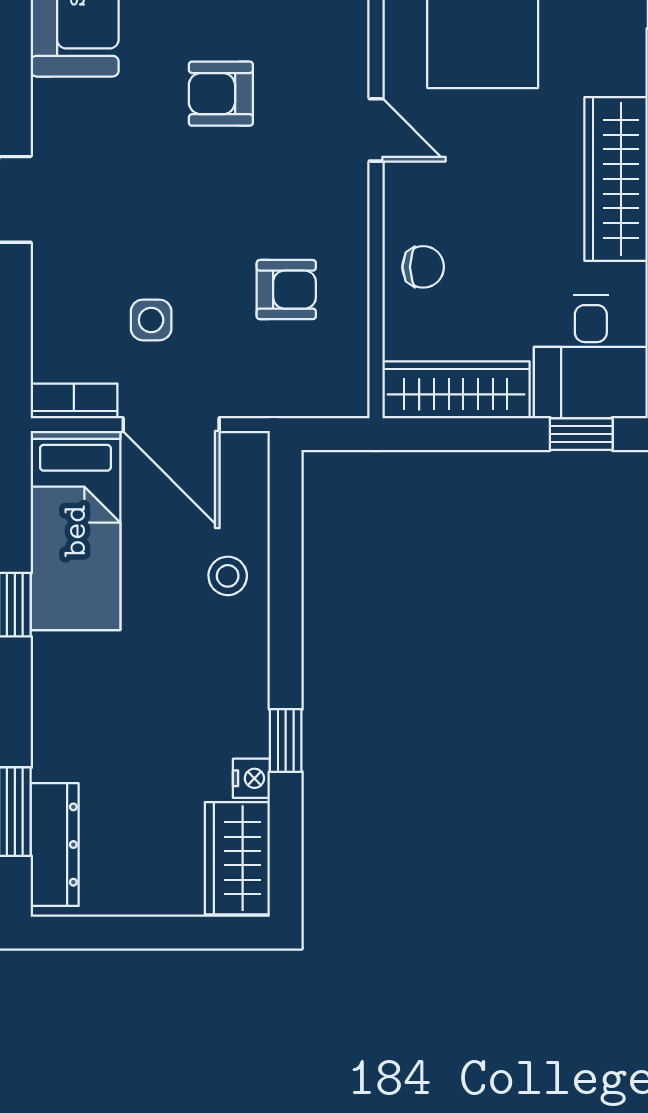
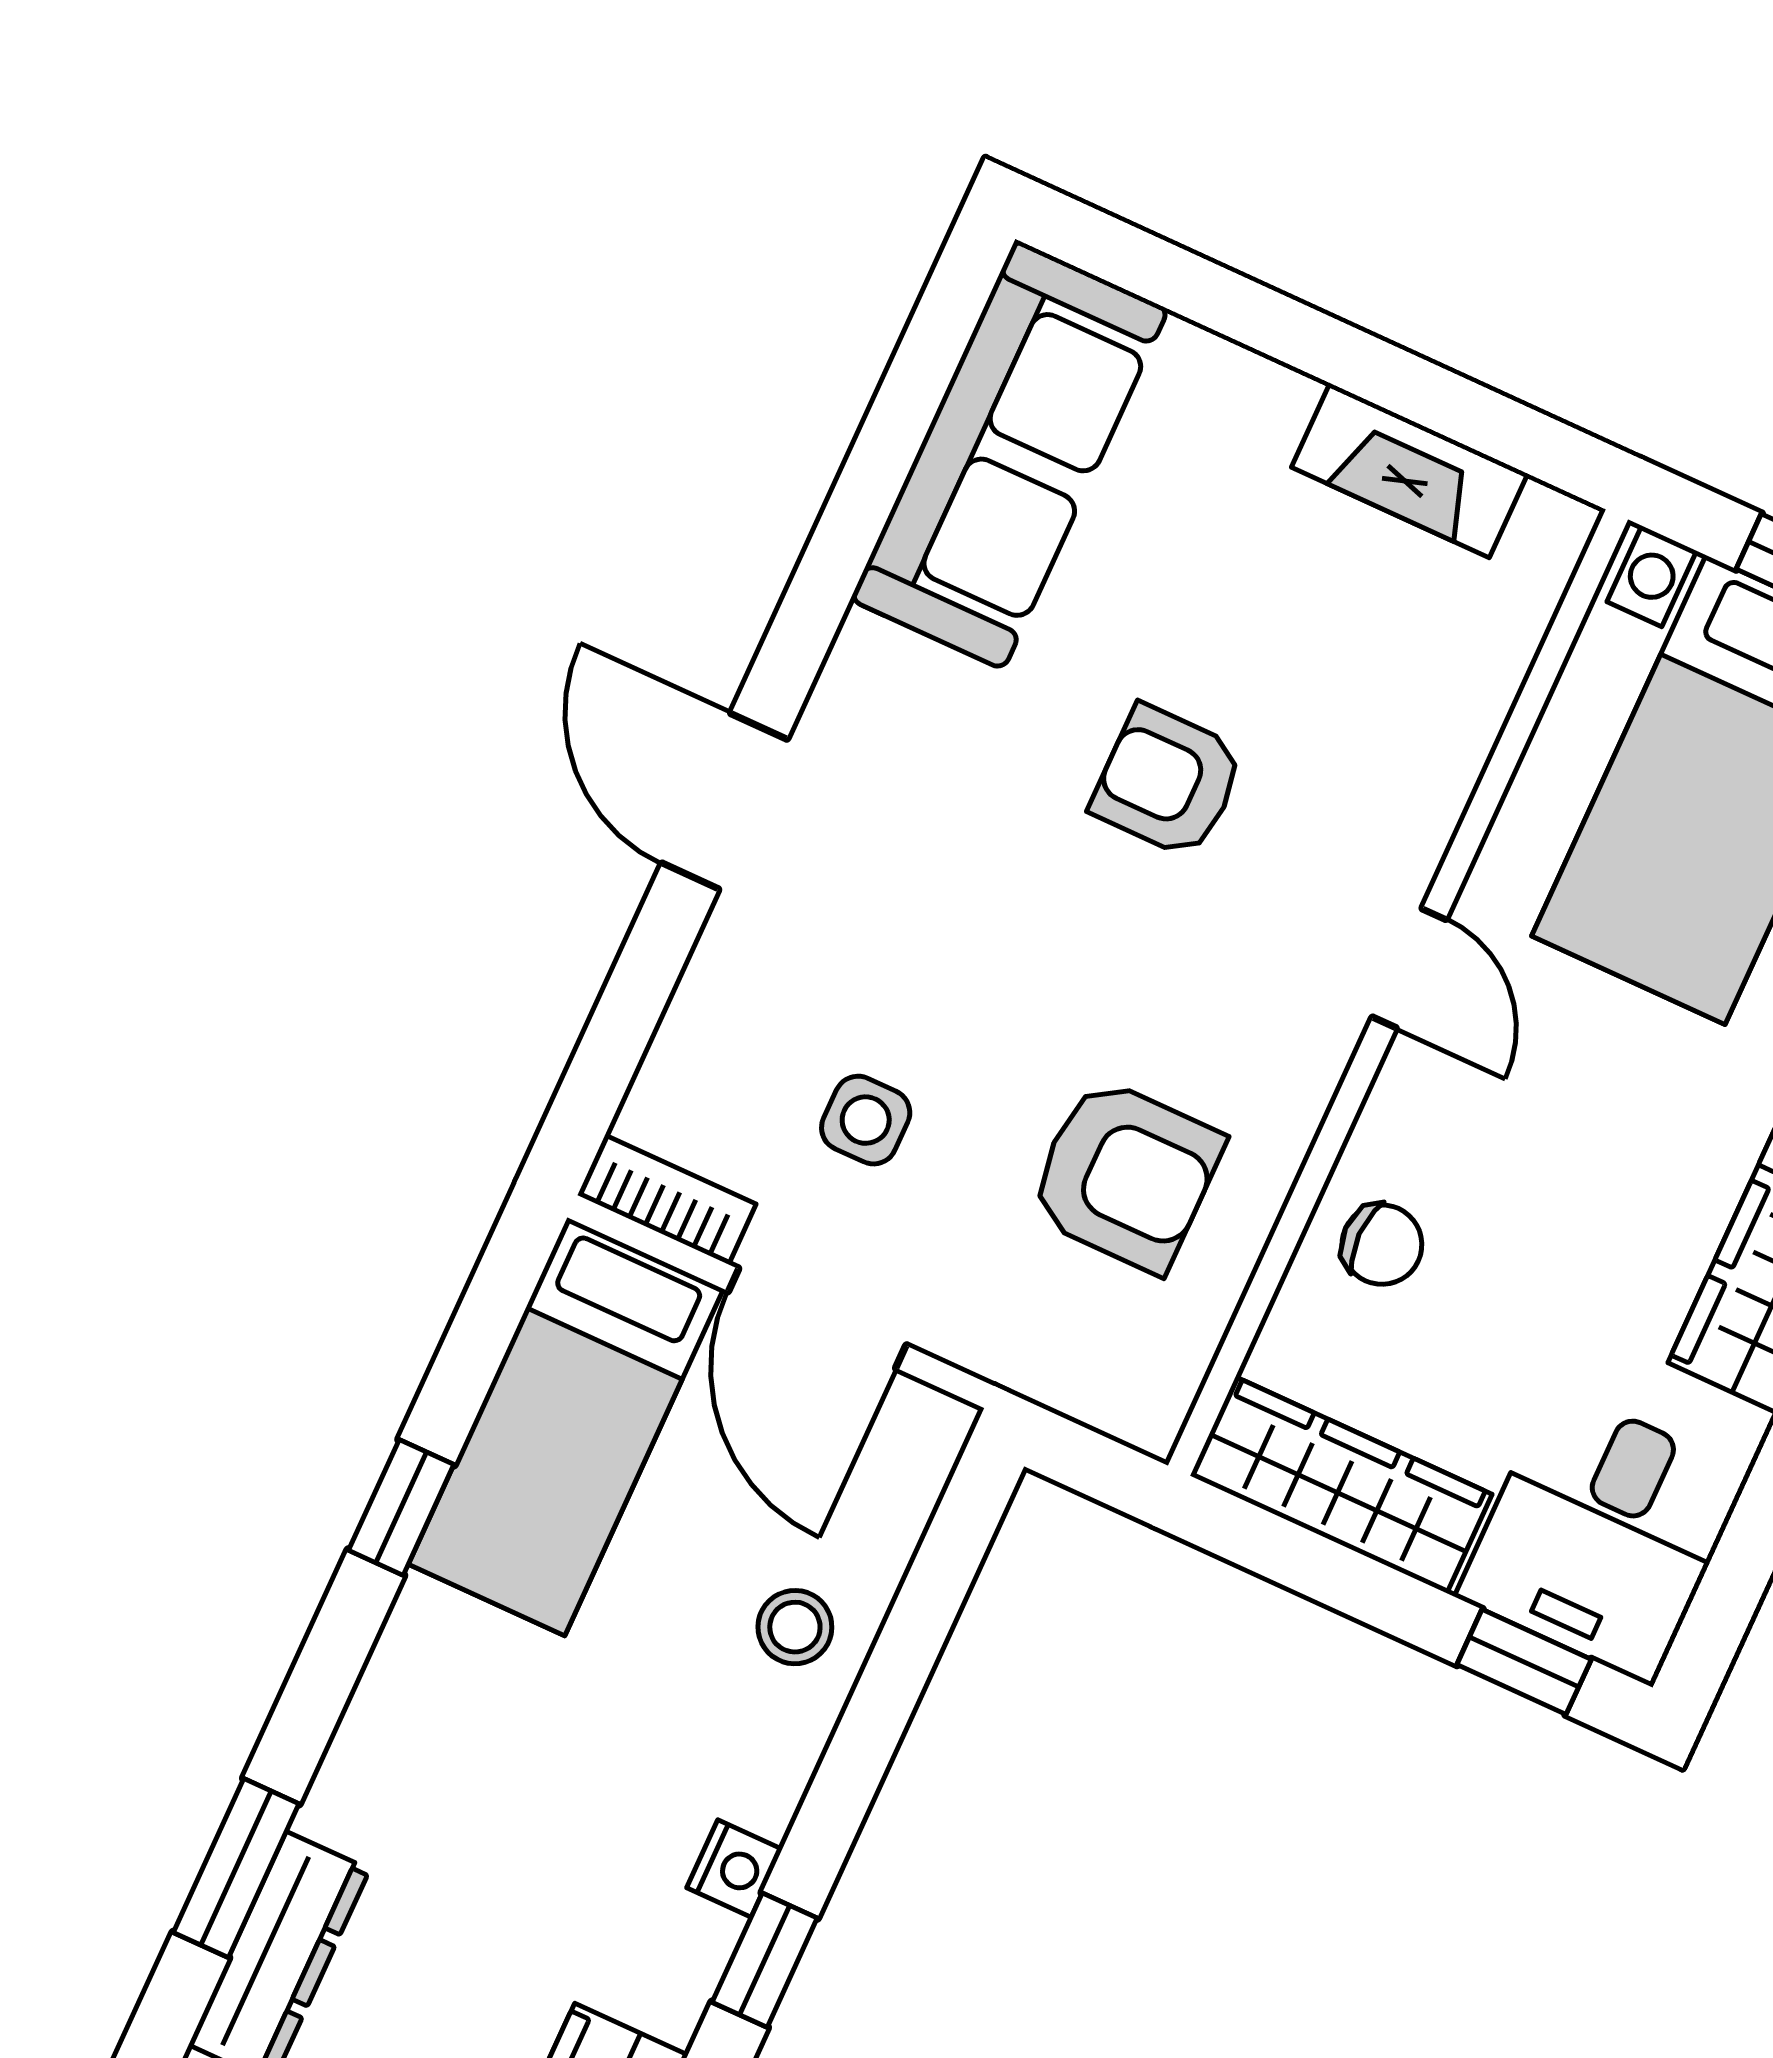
armchair: (286, 290) -> (1125, 1175), width x1.38, depth x1.38
nightstand: (251, 778) -> (734, 1869), moved

